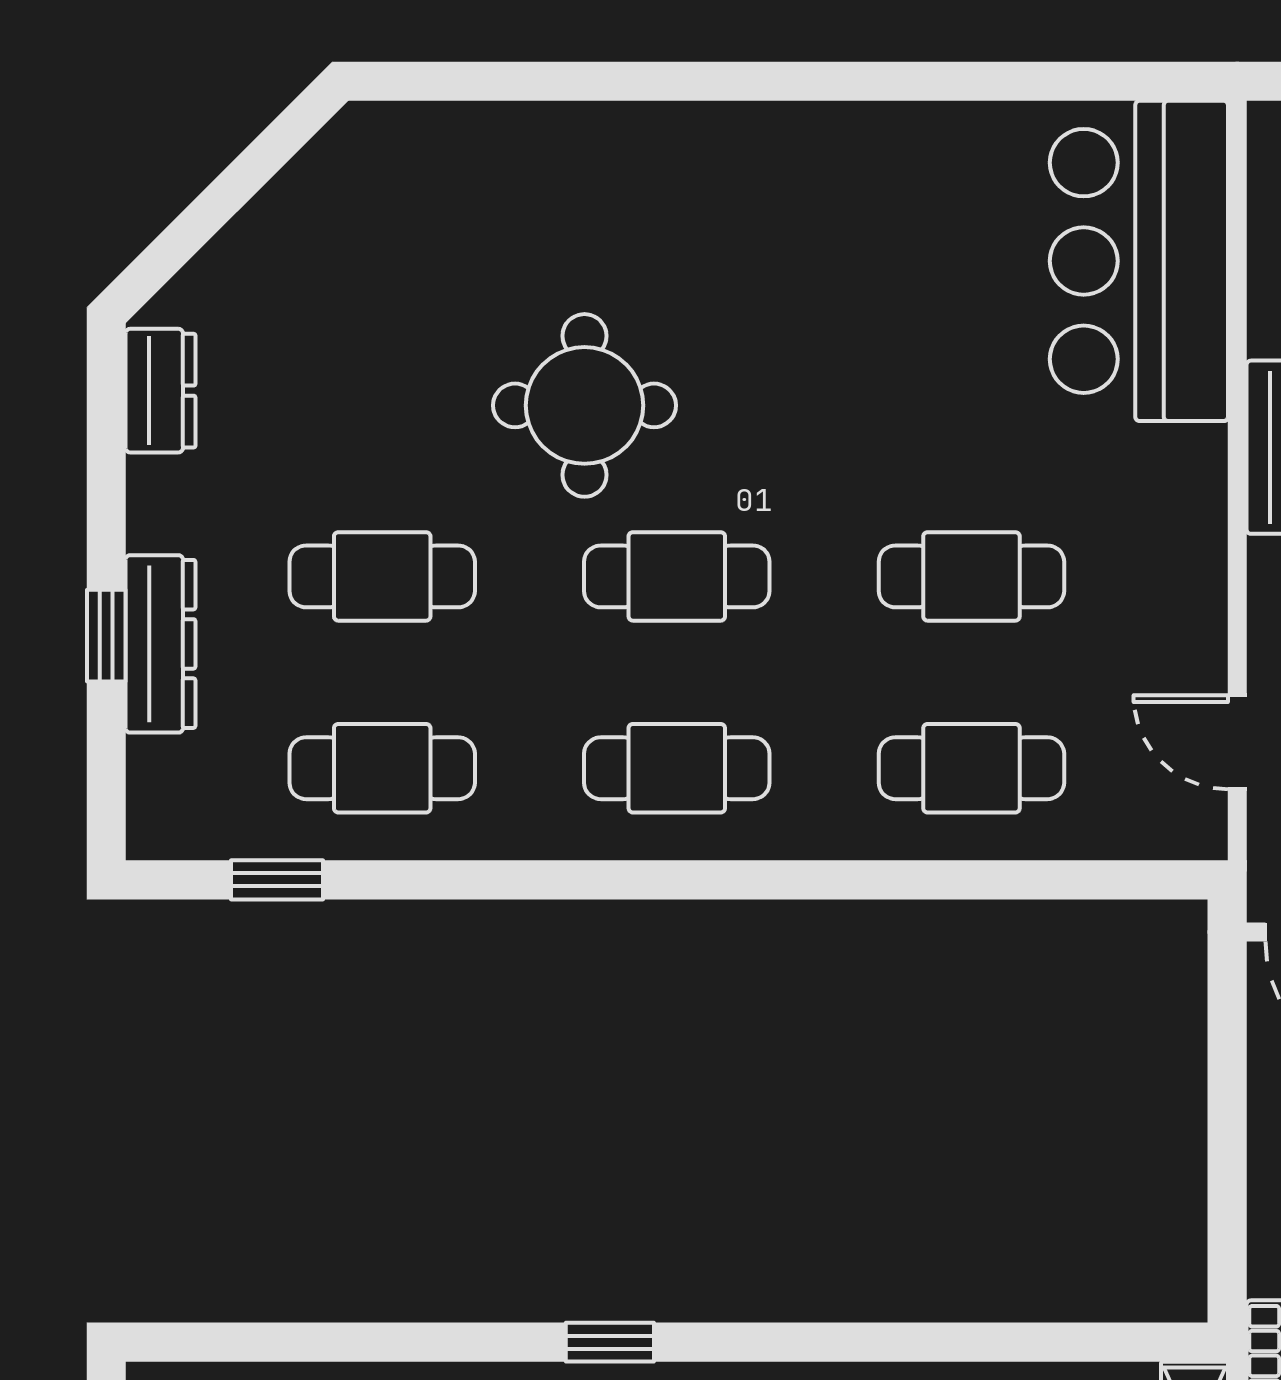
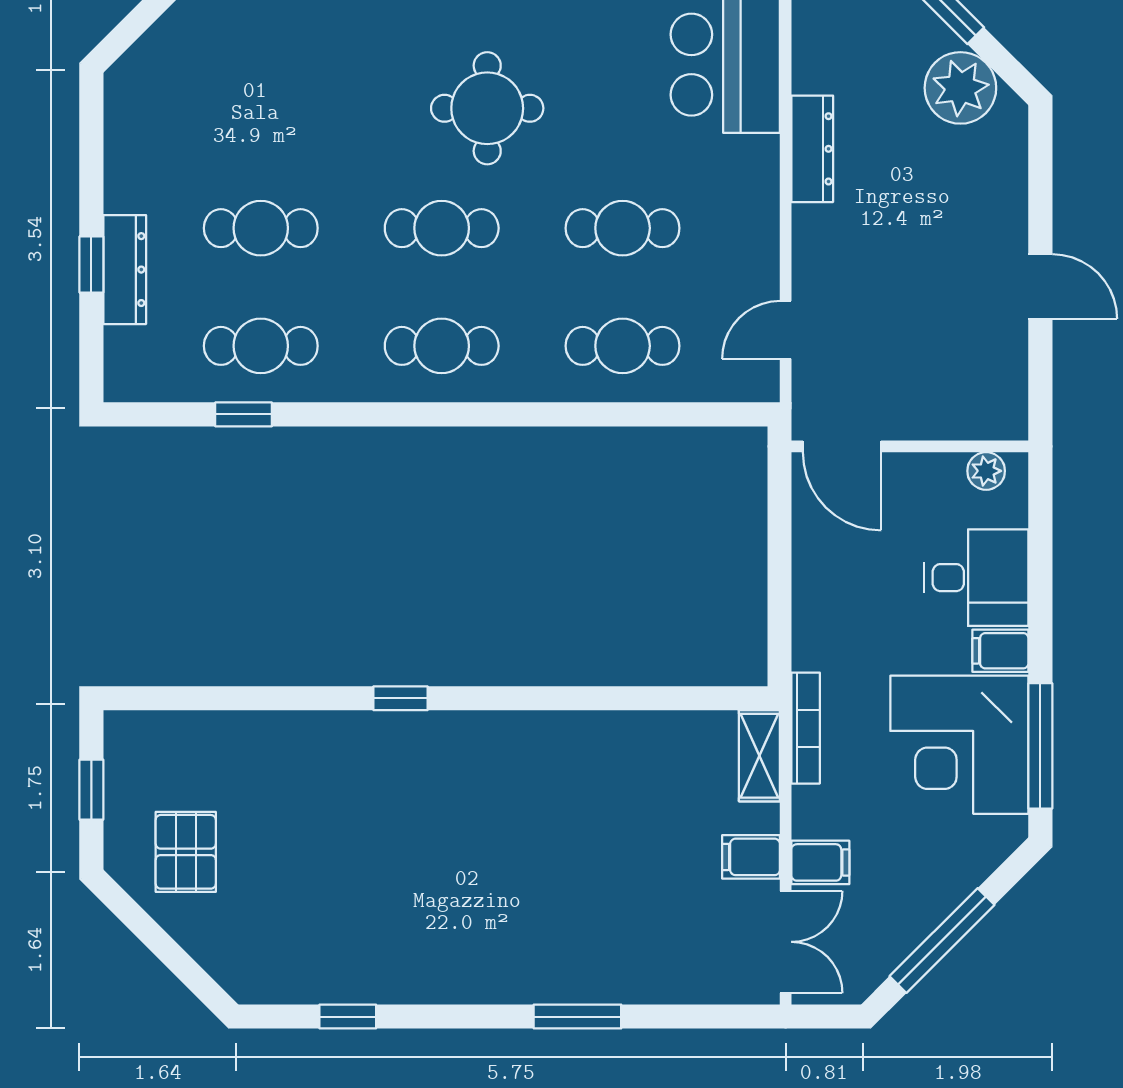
dresser: (161, 391) -> (125, 114), removed
round table: (584, 405) -> (487, 108), moved
door: (1237, 742) -> (786, 330), hinge flipped
window: (277, 880) -> (244, 414), moved

